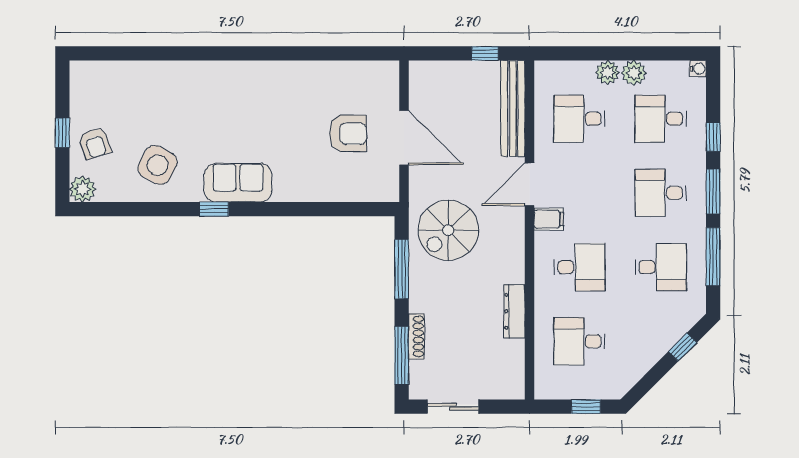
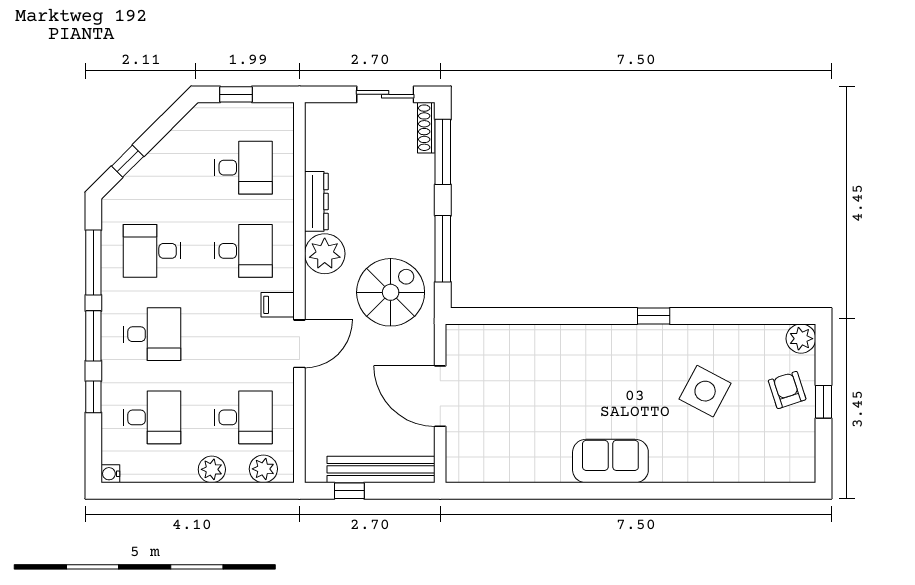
plant: (634, 73) -> (263, 469), moved
bench: (513, 109) -> (381, 469), moved, turned 90
armchair: (348, 134) -> (503, 401), removed
side table: (158, 165) -> (705, 391), moved
sofa: (238, 183) -> (610, 461), moved, turned 180
plant: (507, 265) -> (325, 254), added
desk: (579, 267) -> (243, 251), turned 180
shoe rack: (416, 336) -> (426, 128), moved

